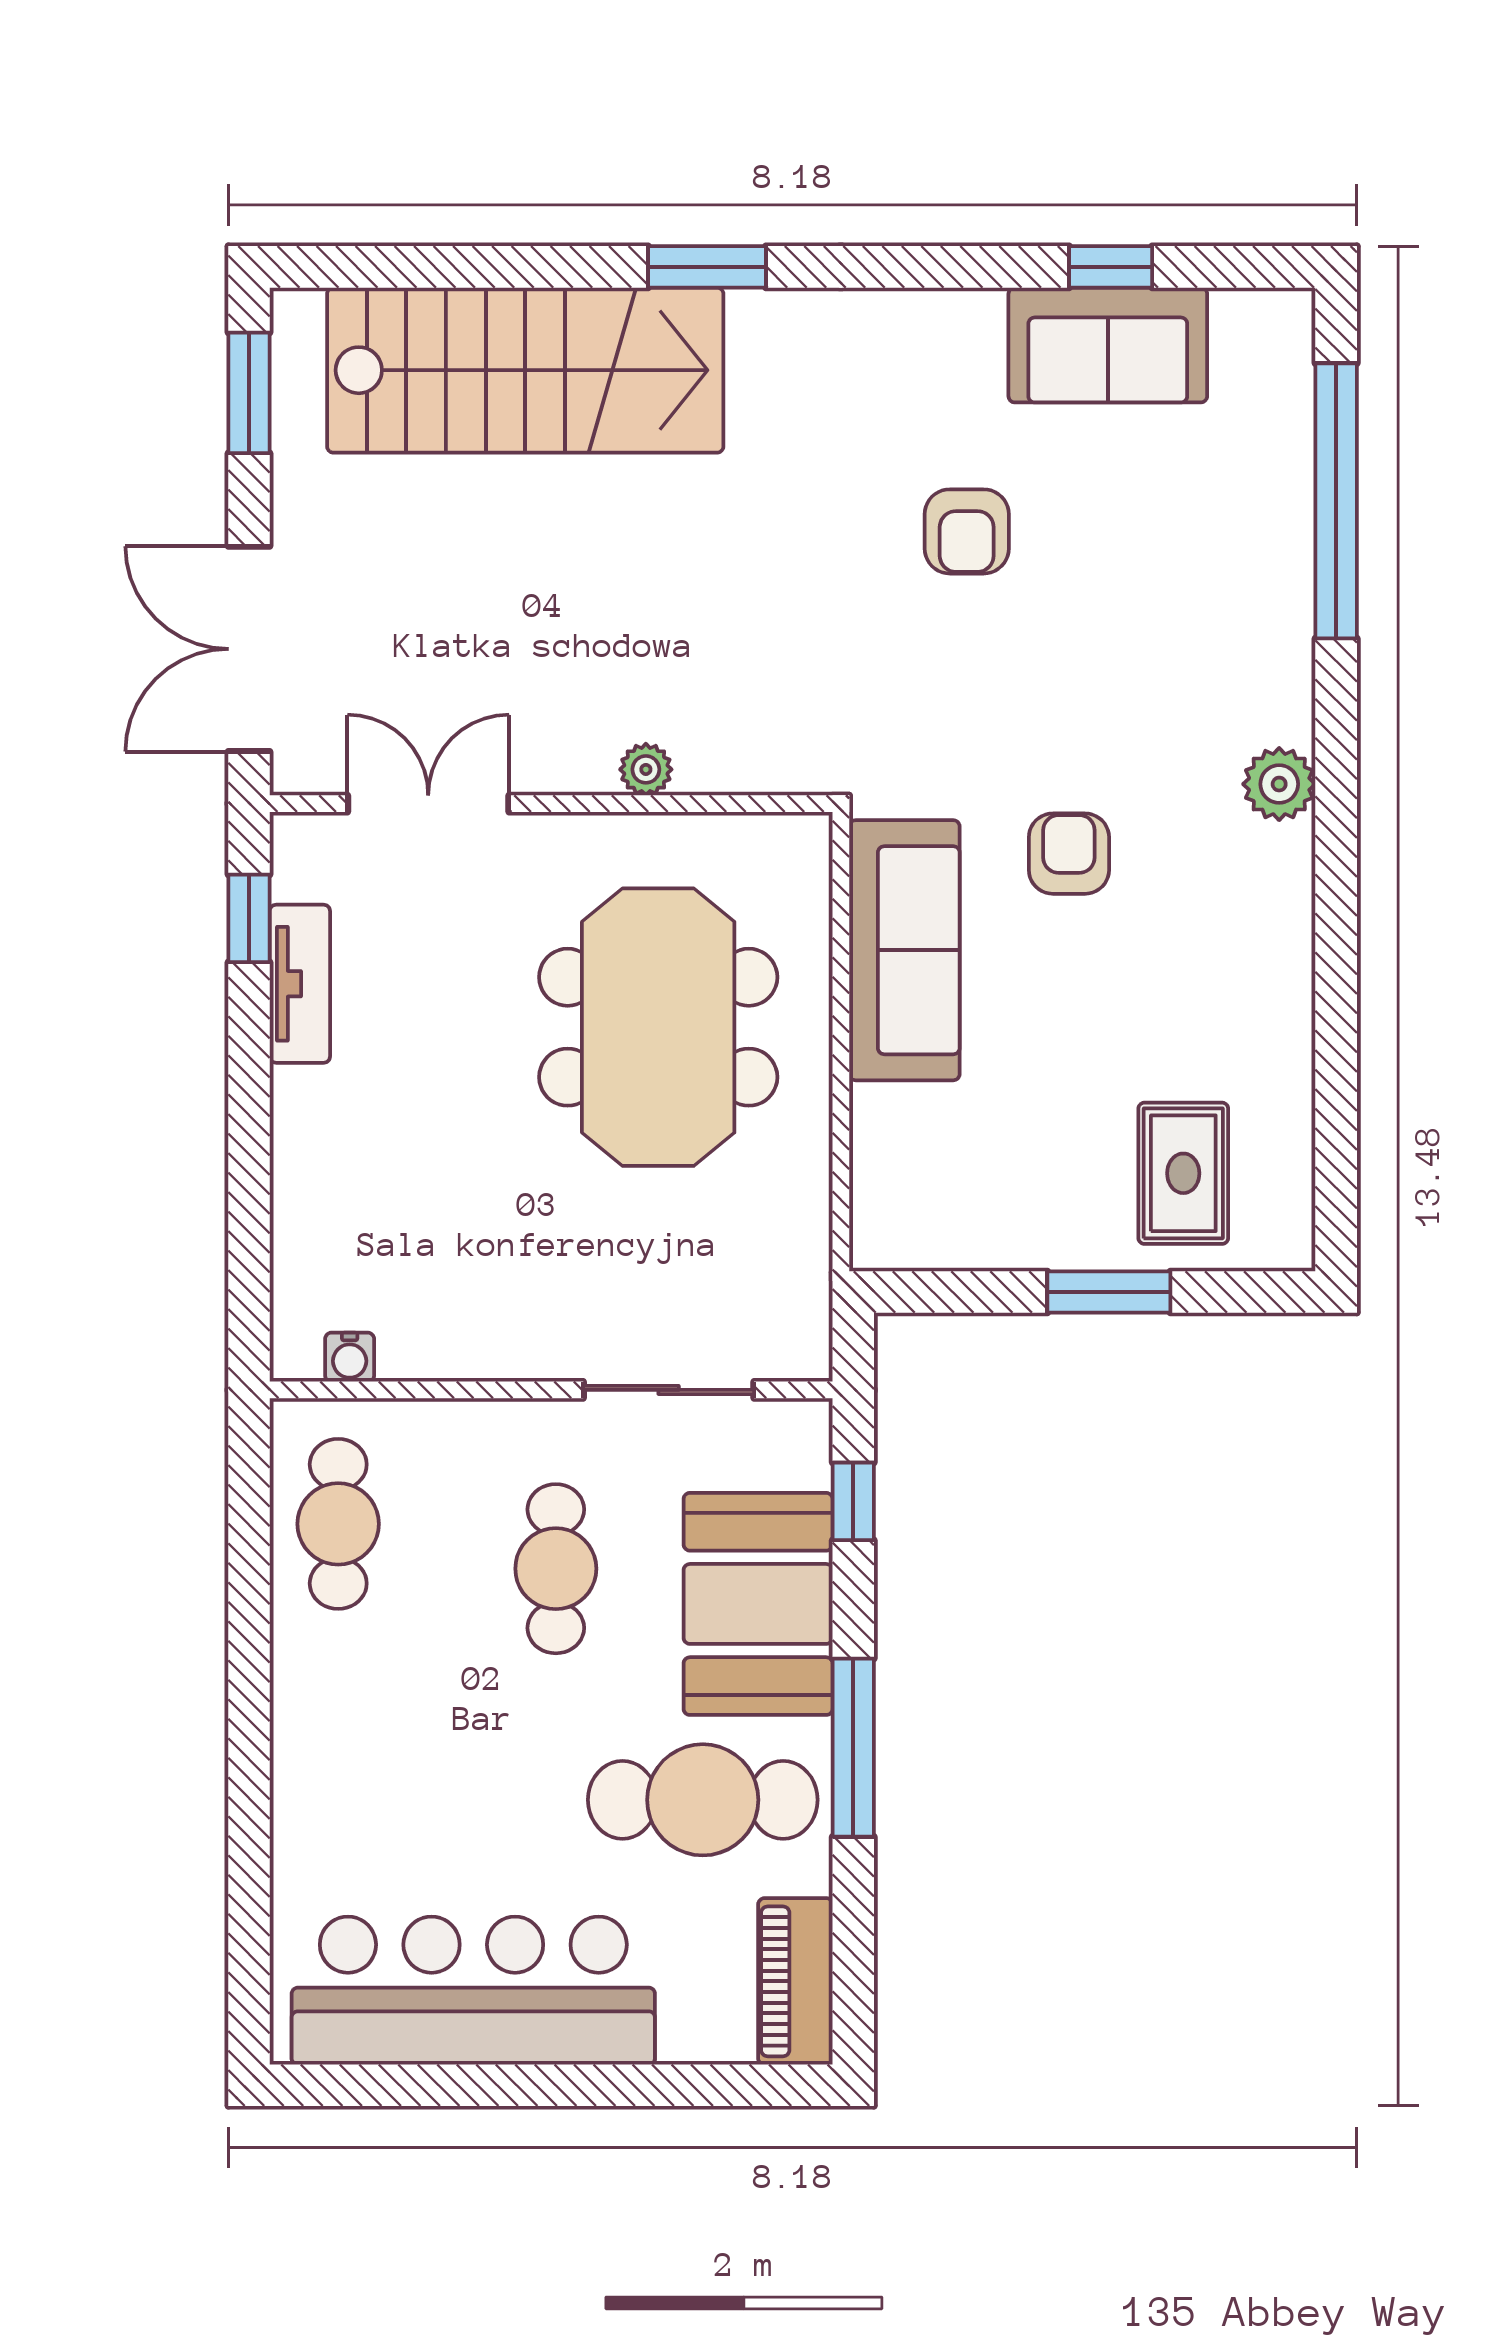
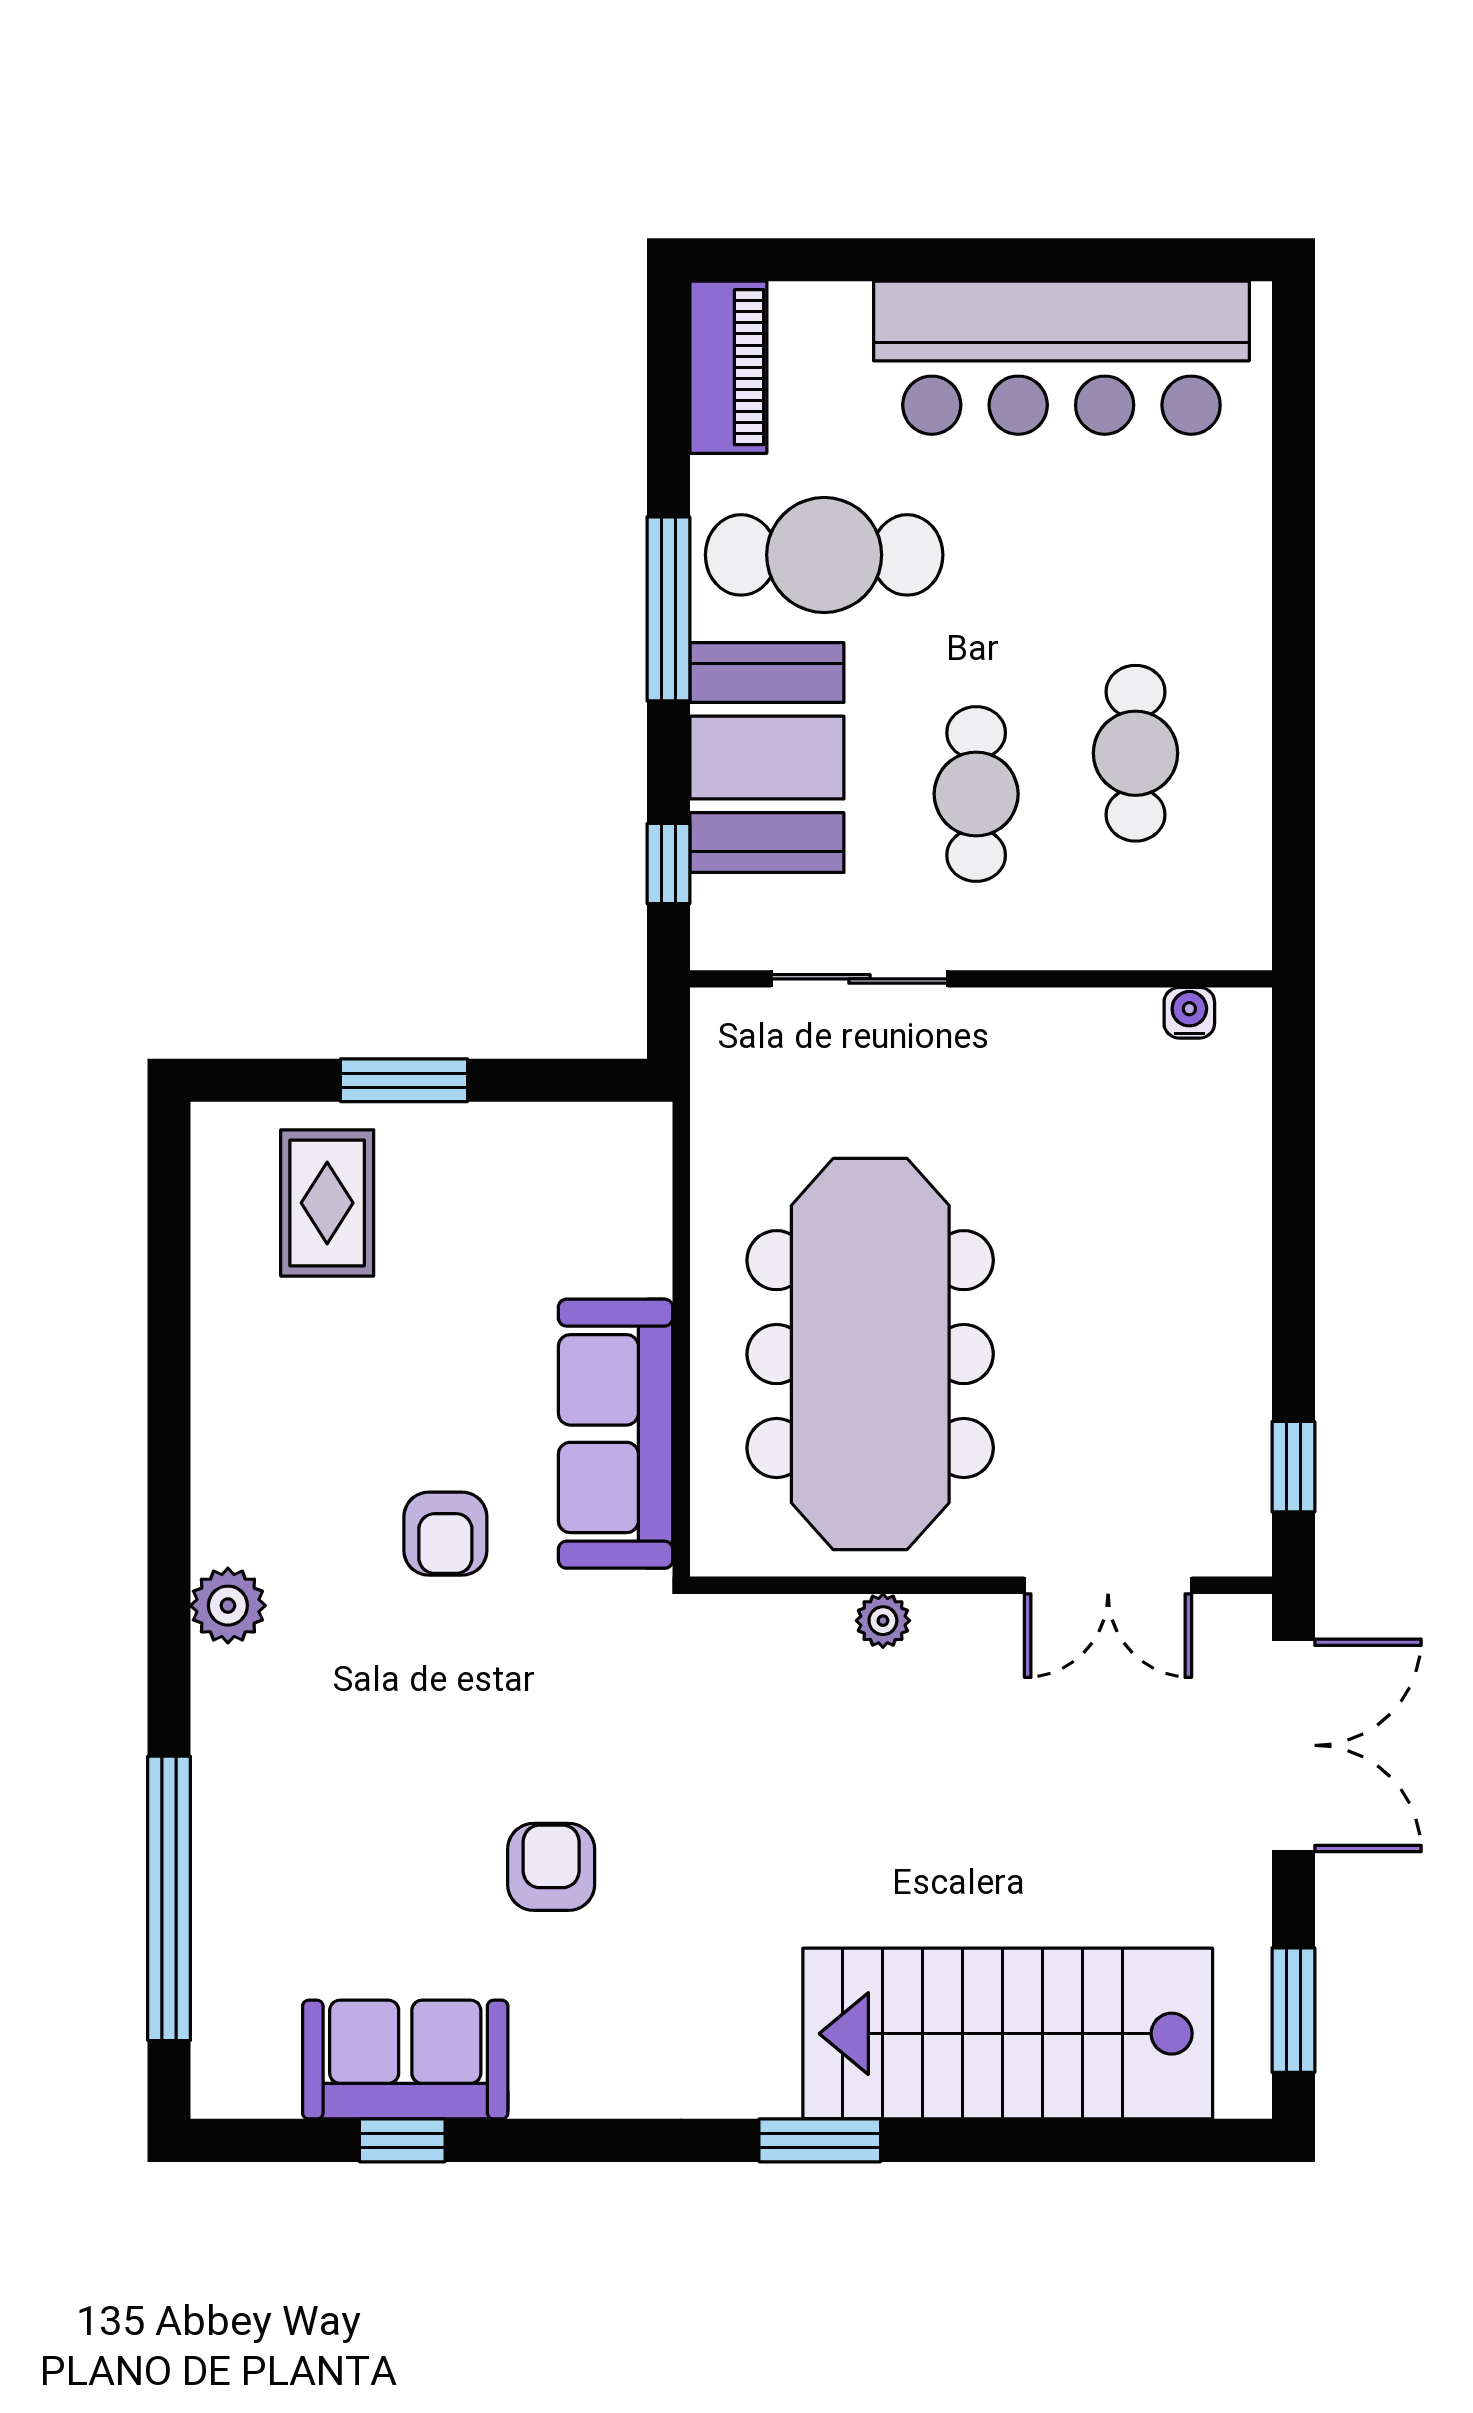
tv unit: (300, 984) -> (1241, 1399), removed
meeting table: (658, 1027) -> (870, 1354), width x1.36
cafe table: (338, 1524) -> (1136, 753), moved

